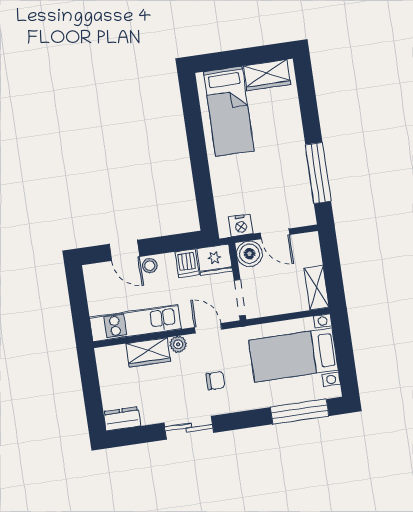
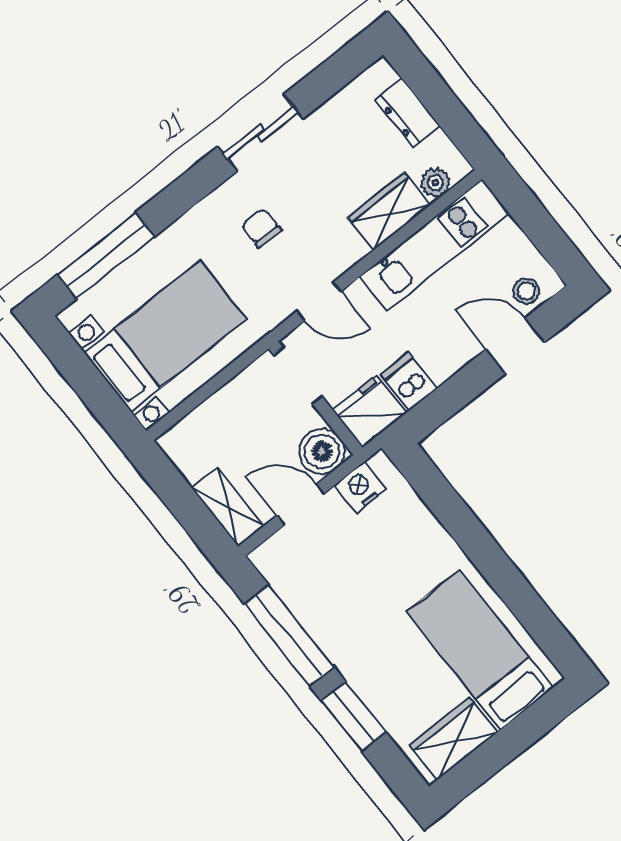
window: (310, 115) -> (354, 717), added
stool: (150, 266) -> (526, 291), moved
shelving: (317, 288) -> (228, 507), moved
plant: (178, 344) -> (435, 183), moved
chair: (215, 381) -> (262, 228), turned 90
dresser: (122, 419) -> (408, 113), moved, turned 90

